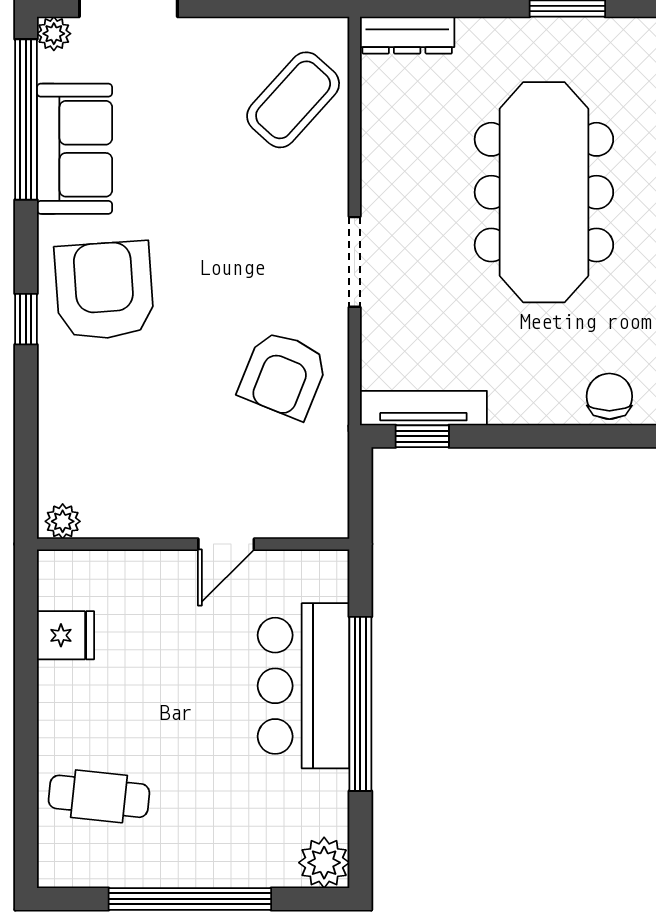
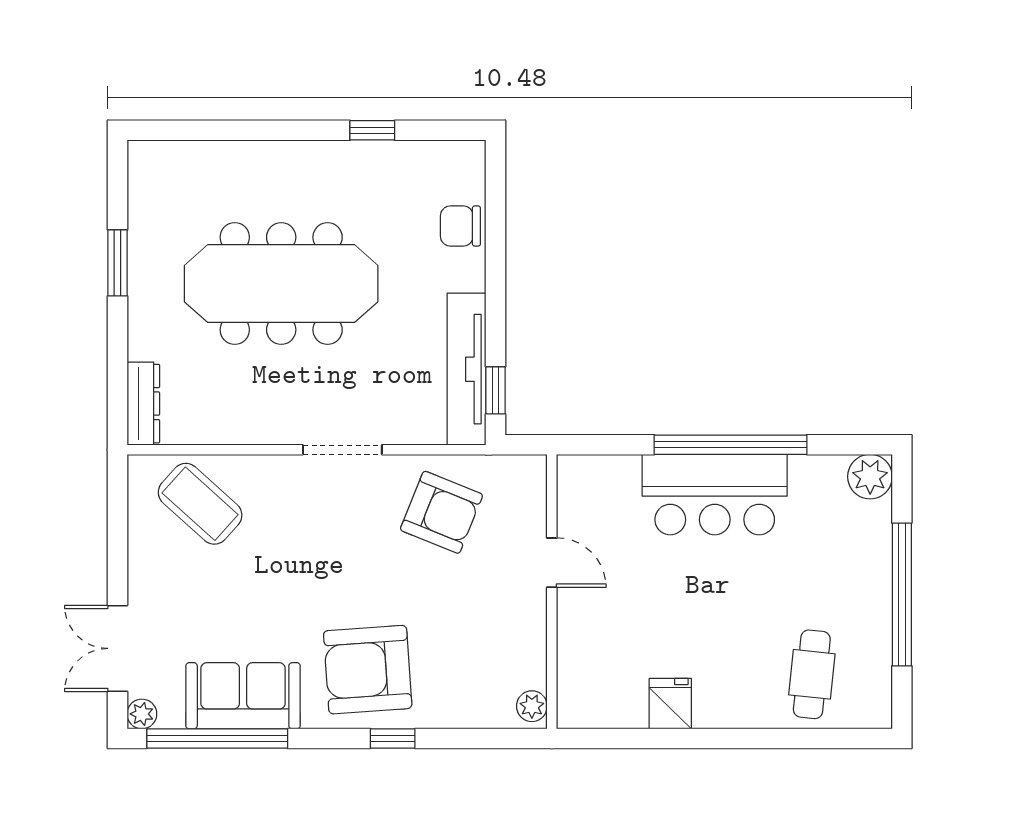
tv unit: (423, 408) -> (466, 369), width x1.36, depth x1.29
plant: (63, 521) -> (532, 706), moved
wall: (193, 544) -> (552, 592), moved
door: (226, 544) -> (552, 563), moved

